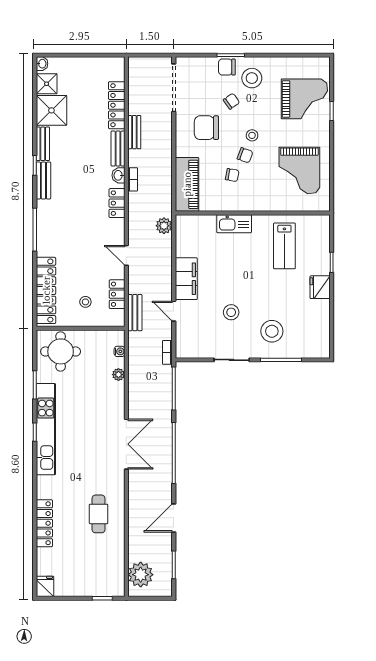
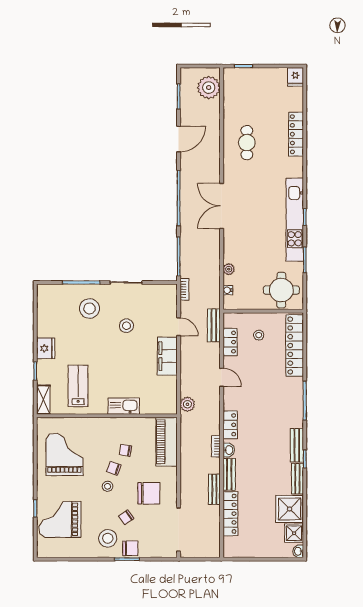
shelving: (323, 231) -> (43, 400), added

